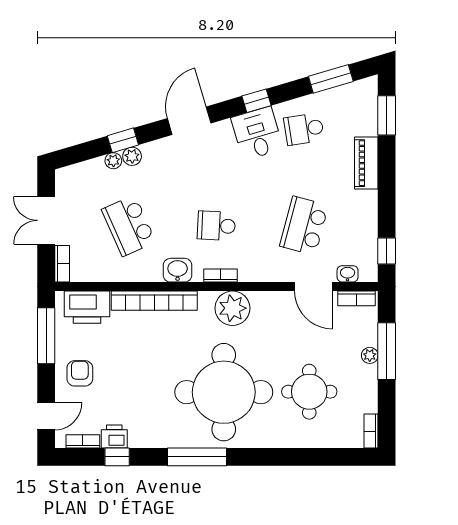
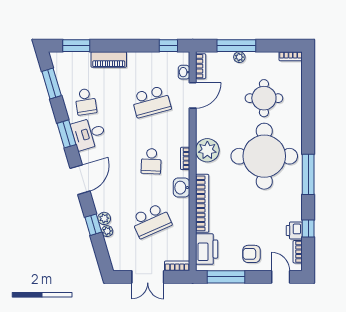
window: (257, 101) -> (66, 134), width x1.50
door: (189, 121) -> (80, 180), swing flipped
school desk: (304, 226) -> (151, 102), turned -30

